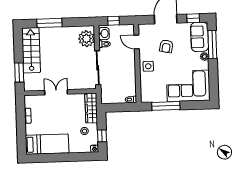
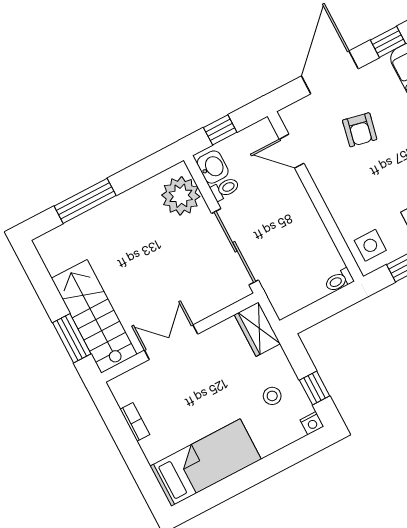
stairs: (31, 50) -> (94, 316), moved
side table: (148, 66) -> (370, 245), moved
wardrobe: (91, 108) -> (257, 329), width x0.67

